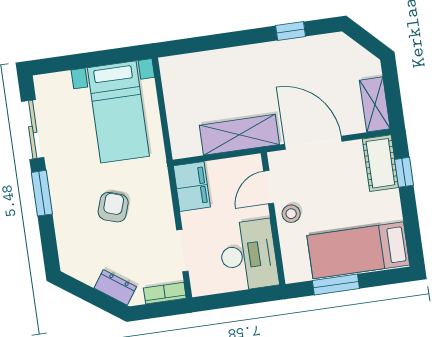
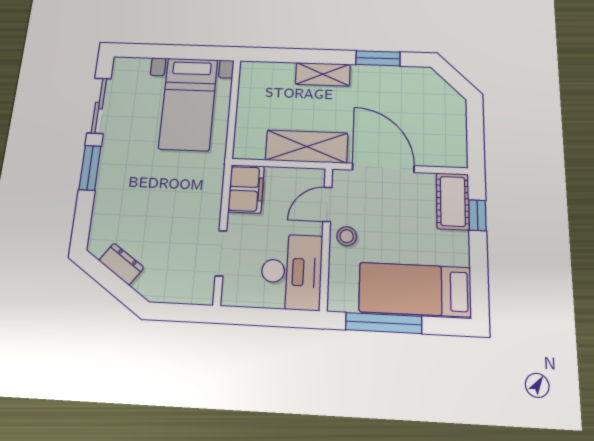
window: (291, 31) -> (378, 58), width x1.50
shelving: (375, 104) -> (323, 74), moved, turned 90
armchair: (113, 207) -> (159, 195), removed
window: (336, 284) -> (384, 323), width x1.44
dresser: (115, 287) -> (121, 264), moved
bookcase: (165, 293) -> (191, 295), removed

